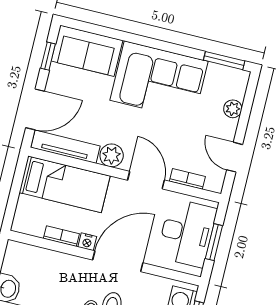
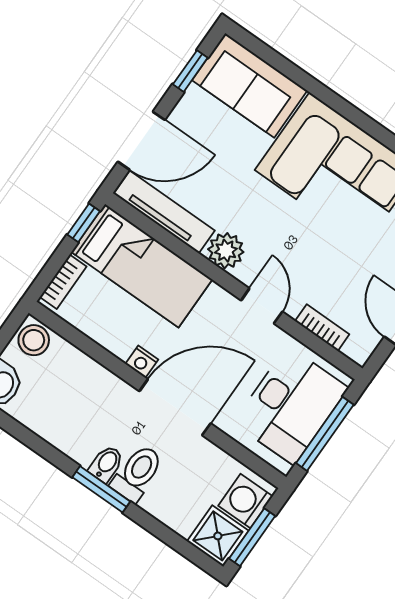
window: (20, 172) -> (84, 223), added
door: (146, 180) -> (262, 306), width x0.73
bookcase: (61, 236) -> (63, 282), moved, turned 90
window: (214, 242) -> (325, 434), width x1.44
stool: (17, 254) -> (34, 340), added

